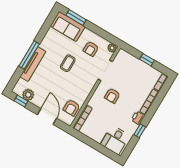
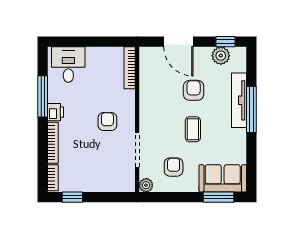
window: (147, 60) -> (72, 197), moved
armchair: (72, 108) -> (194, 90), moved
window: (140, 131) -> (43, 96), width x2.17

